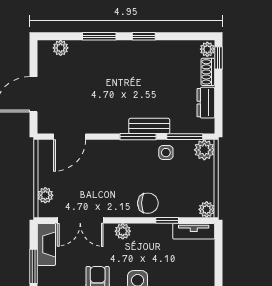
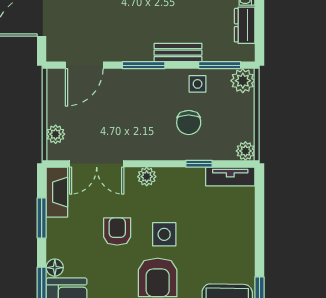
window: (138, 137) -> (144, 65), moved
chair: (148, 203) -> (189, 123), moved, turned 90

